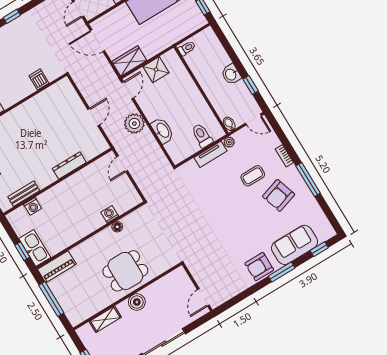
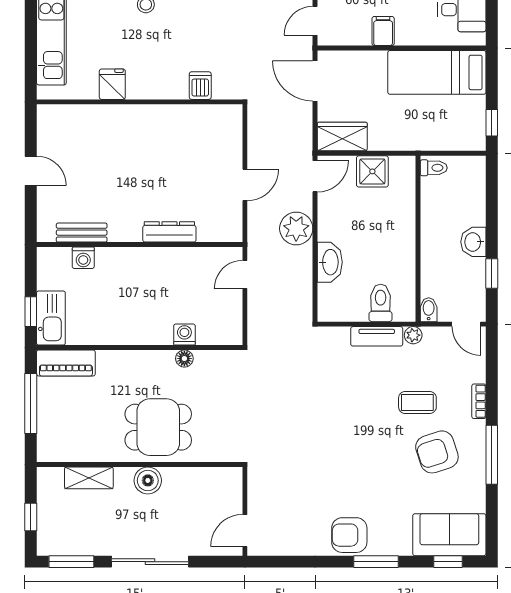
sofa: (295, 245) -> (449, 535), moved

